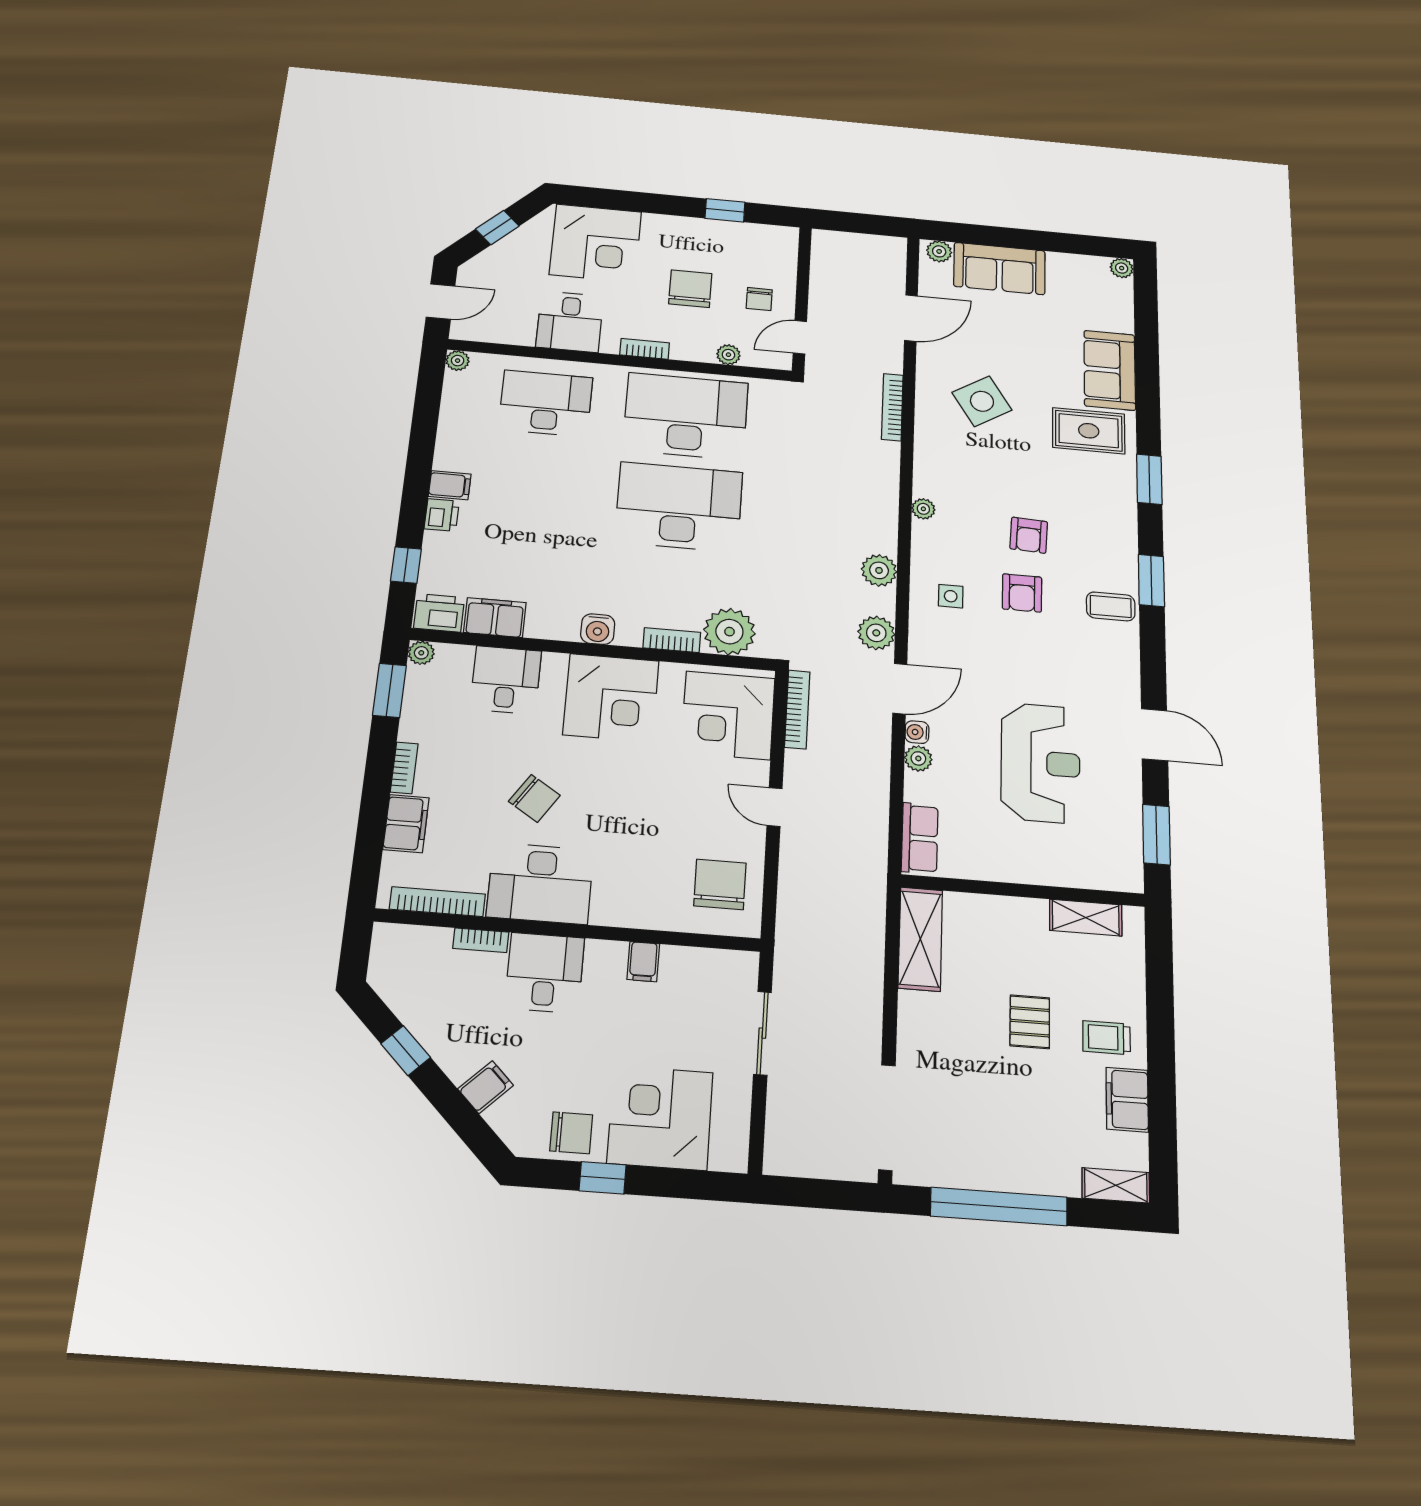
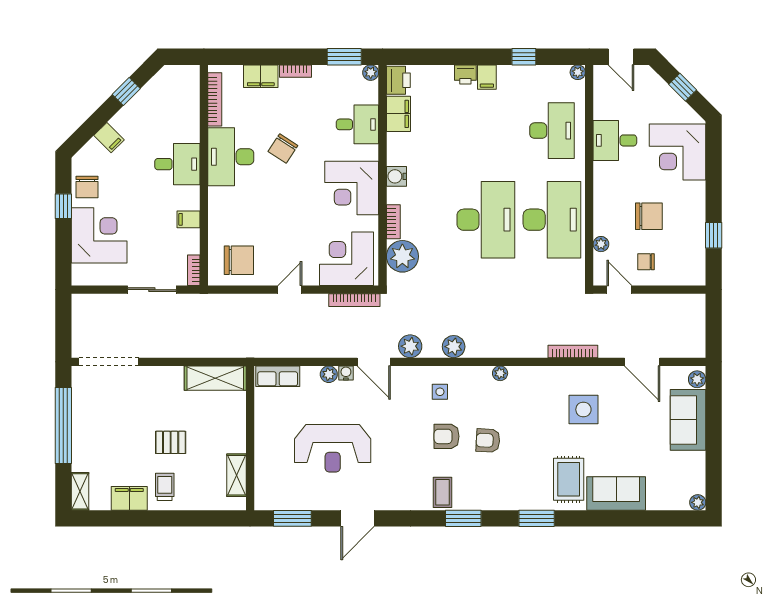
bookcase: (645, 349) -> (599, 190), removed
side table: (982, 401) -> (583, 410), turned 32
window: (406, 565) -> (524, 57), moved
bookcase: (481, 940) -> (194, 270), moved

